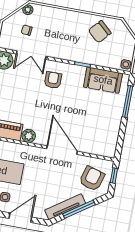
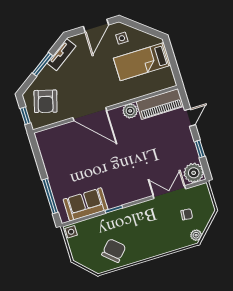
armchair: (53, 80) -> (135, 179), removed
tv unit: (65, 207) -> (62, 55), width x0.71
window: (79, 209) -> (43, 64), width x0.69

